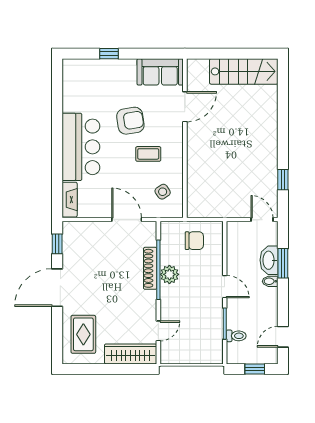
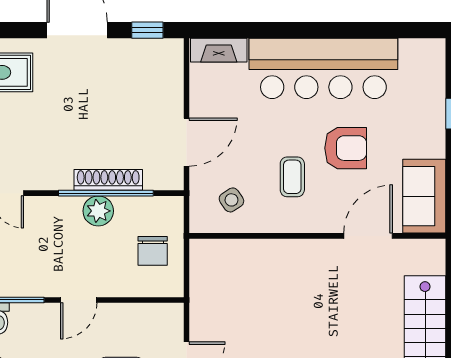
door: (185, 107) -> (368, 236), swing flipped
armchair: (130, 121) -> (346, 148), turned -81
bar counter: (81, 147) -> (323, 68), width x1.36

